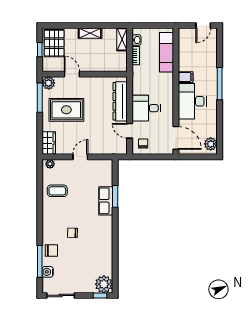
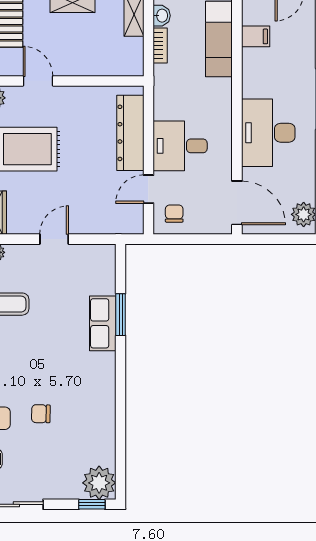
filing cabinet: (186, 77) -> (256, 36), moved
door: (130, 131) -> (148, 189), hinge flipped
chair: (72, 233) -> (41, 414), moved

